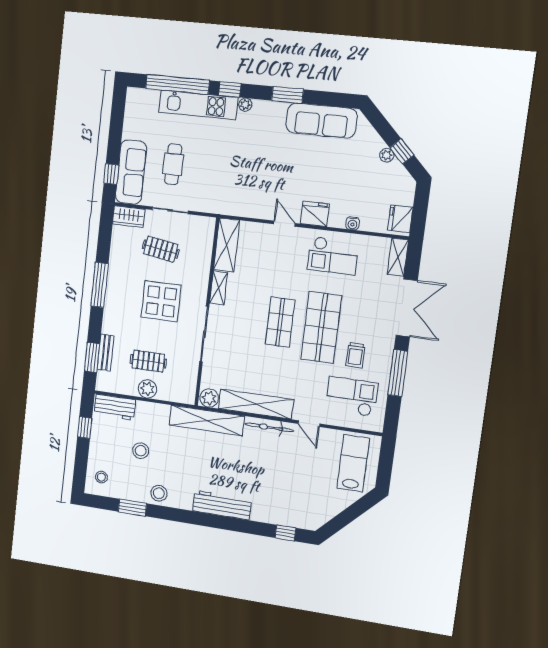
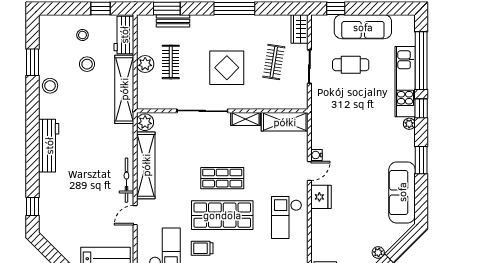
sofa: (131, 172) -> (363, 27), moved
water cooler: (353, 223) -> (317, 155), moved
shelving: (207, 420) -> (124, 89), moved
stool: (101, 477) -> (82, 35), moved

